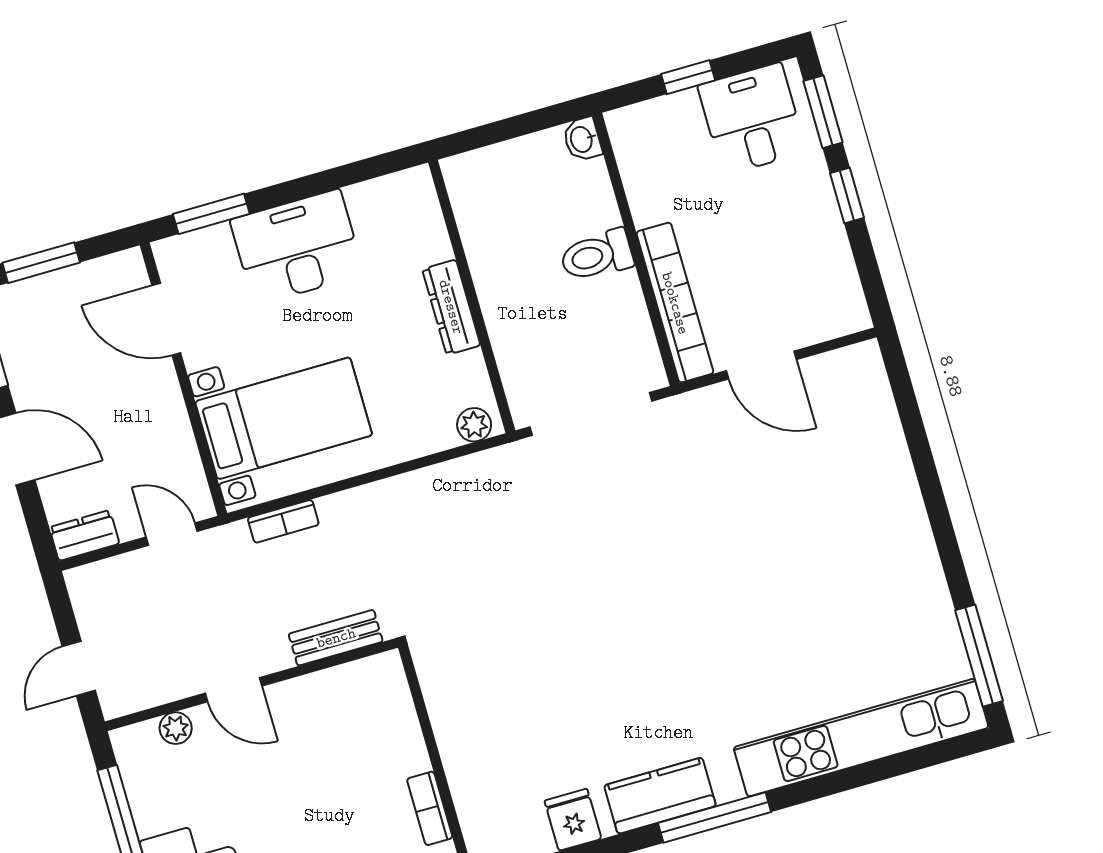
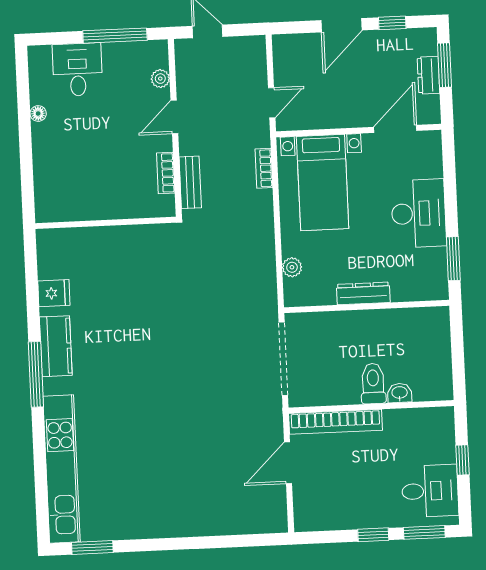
washbasin: (582, 139) -> (400, 393), moved
window: (211, 214) -> (453, 259), moved
plant: (474, 425) -> (292, 267), moved
dresser: (84, 536) -> (428, 75), moved, turned 180
window: (979, 656) -> (92, 548), width x0.69
bookcase: (430, 808) -> (166, 173), moved, turned -90

